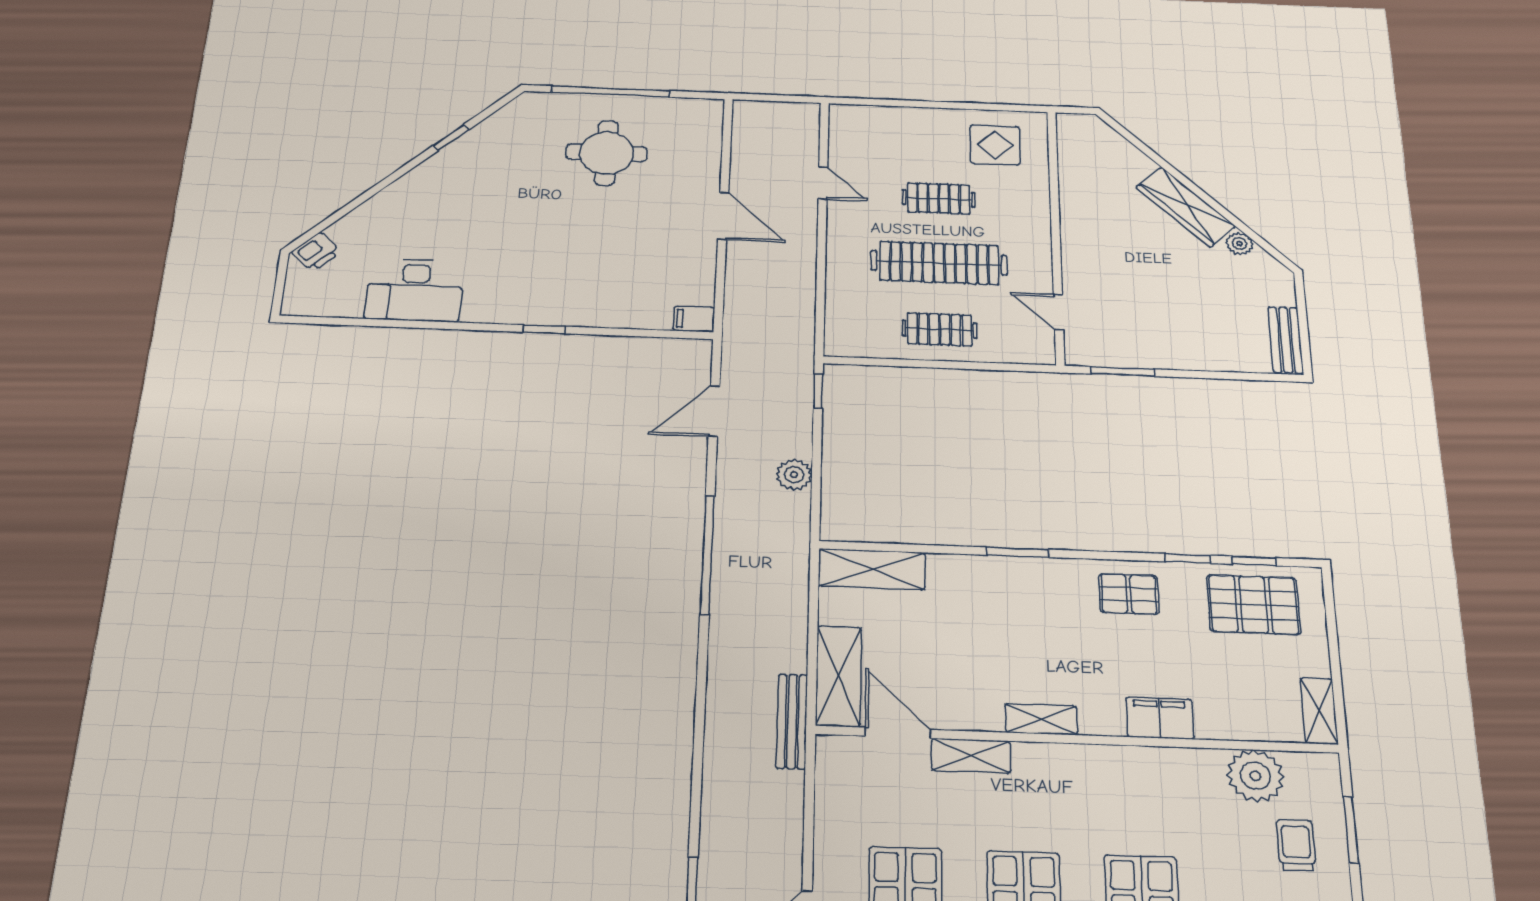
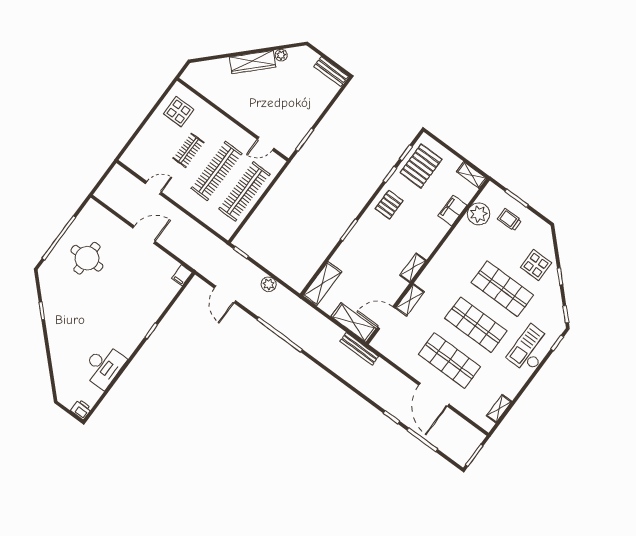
printer: (316, 252) -> (81, 409), moved, turned -45
clothes rail: (940, 329) -> (244, 191), width x1.86, depth x1.31
filing cabinet: (1160, 718) -> (452, 210), moved

